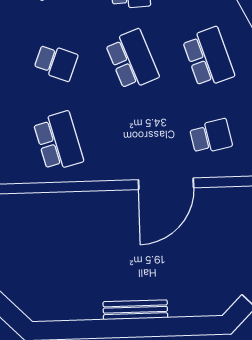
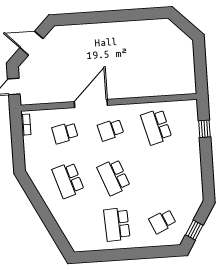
school desk: (56, 62) -> (111, 130), moved, turned -36
bench: (135, 310) -> (107, 27), removed

